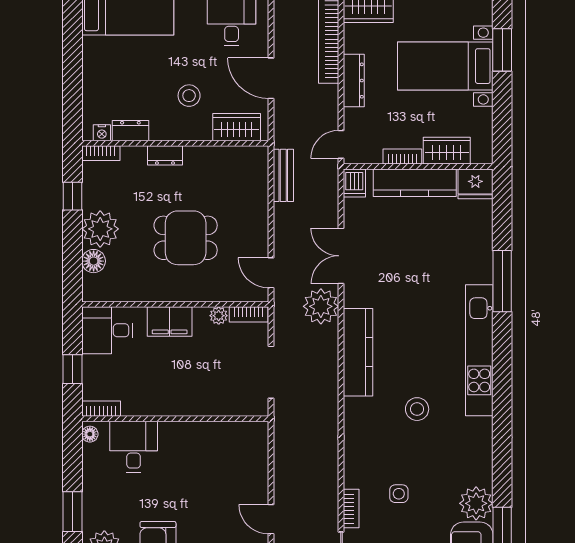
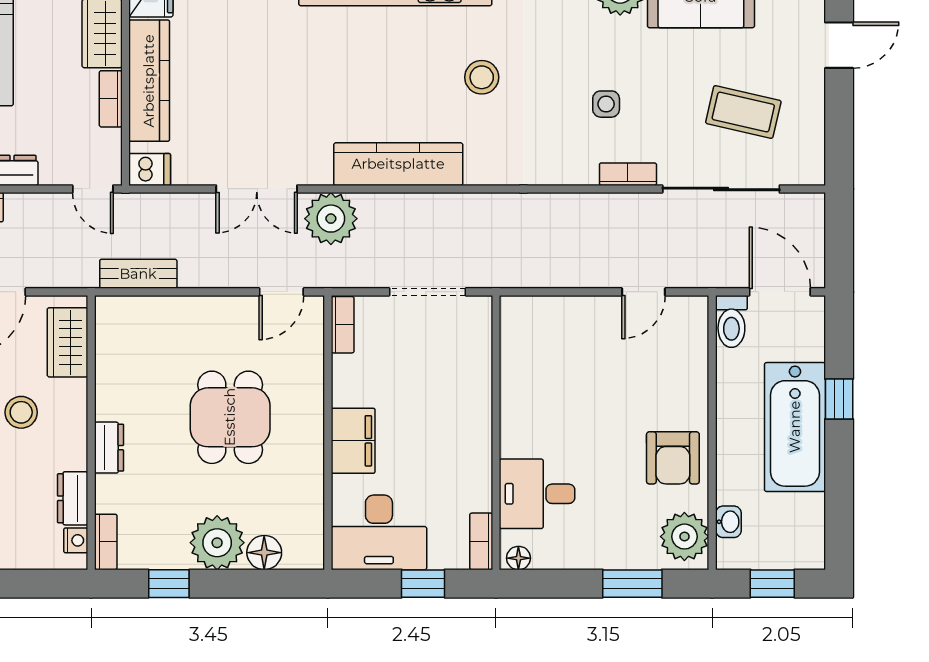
plant: (219, 316) -> (344, 369), removed
desk: (107, 330) -> (379, 532), width x1.37

